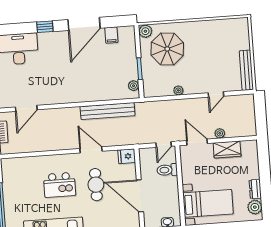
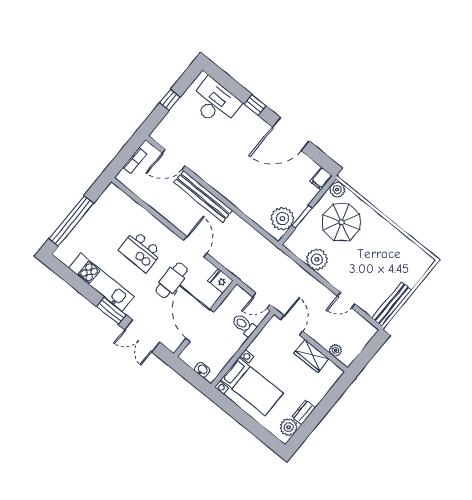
filing cabinet: (111, 35) -> (321, 179), moved
plant: (134, 86) -> (282, 219), width x1.88, depth x1.88
plant: (178, 90) -> (317, 259), width x1.88, depth x1.88
bench: (108, 111) -> (203, 196), moved
plant: (220, 133) -> (336, 350), moved

